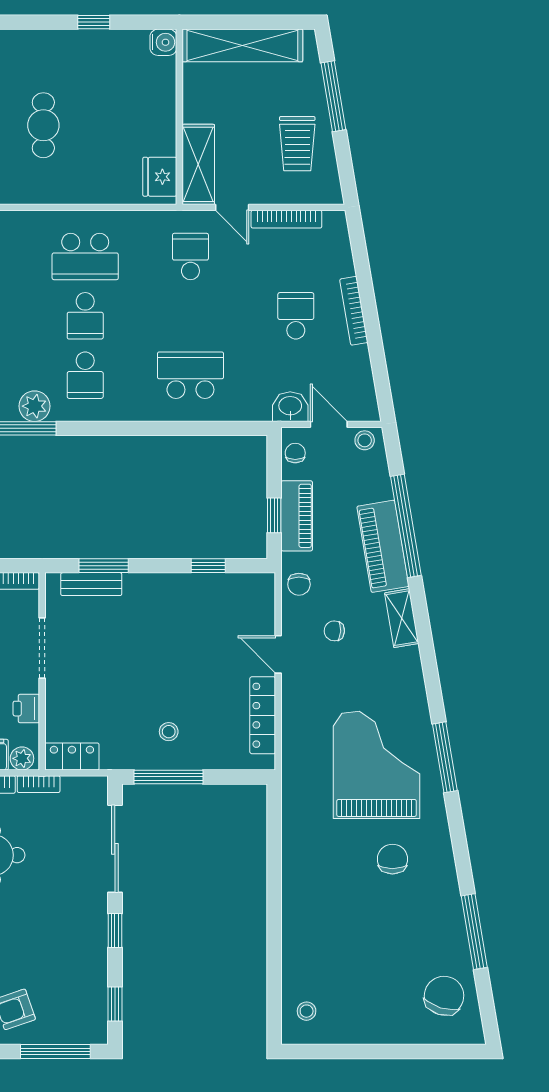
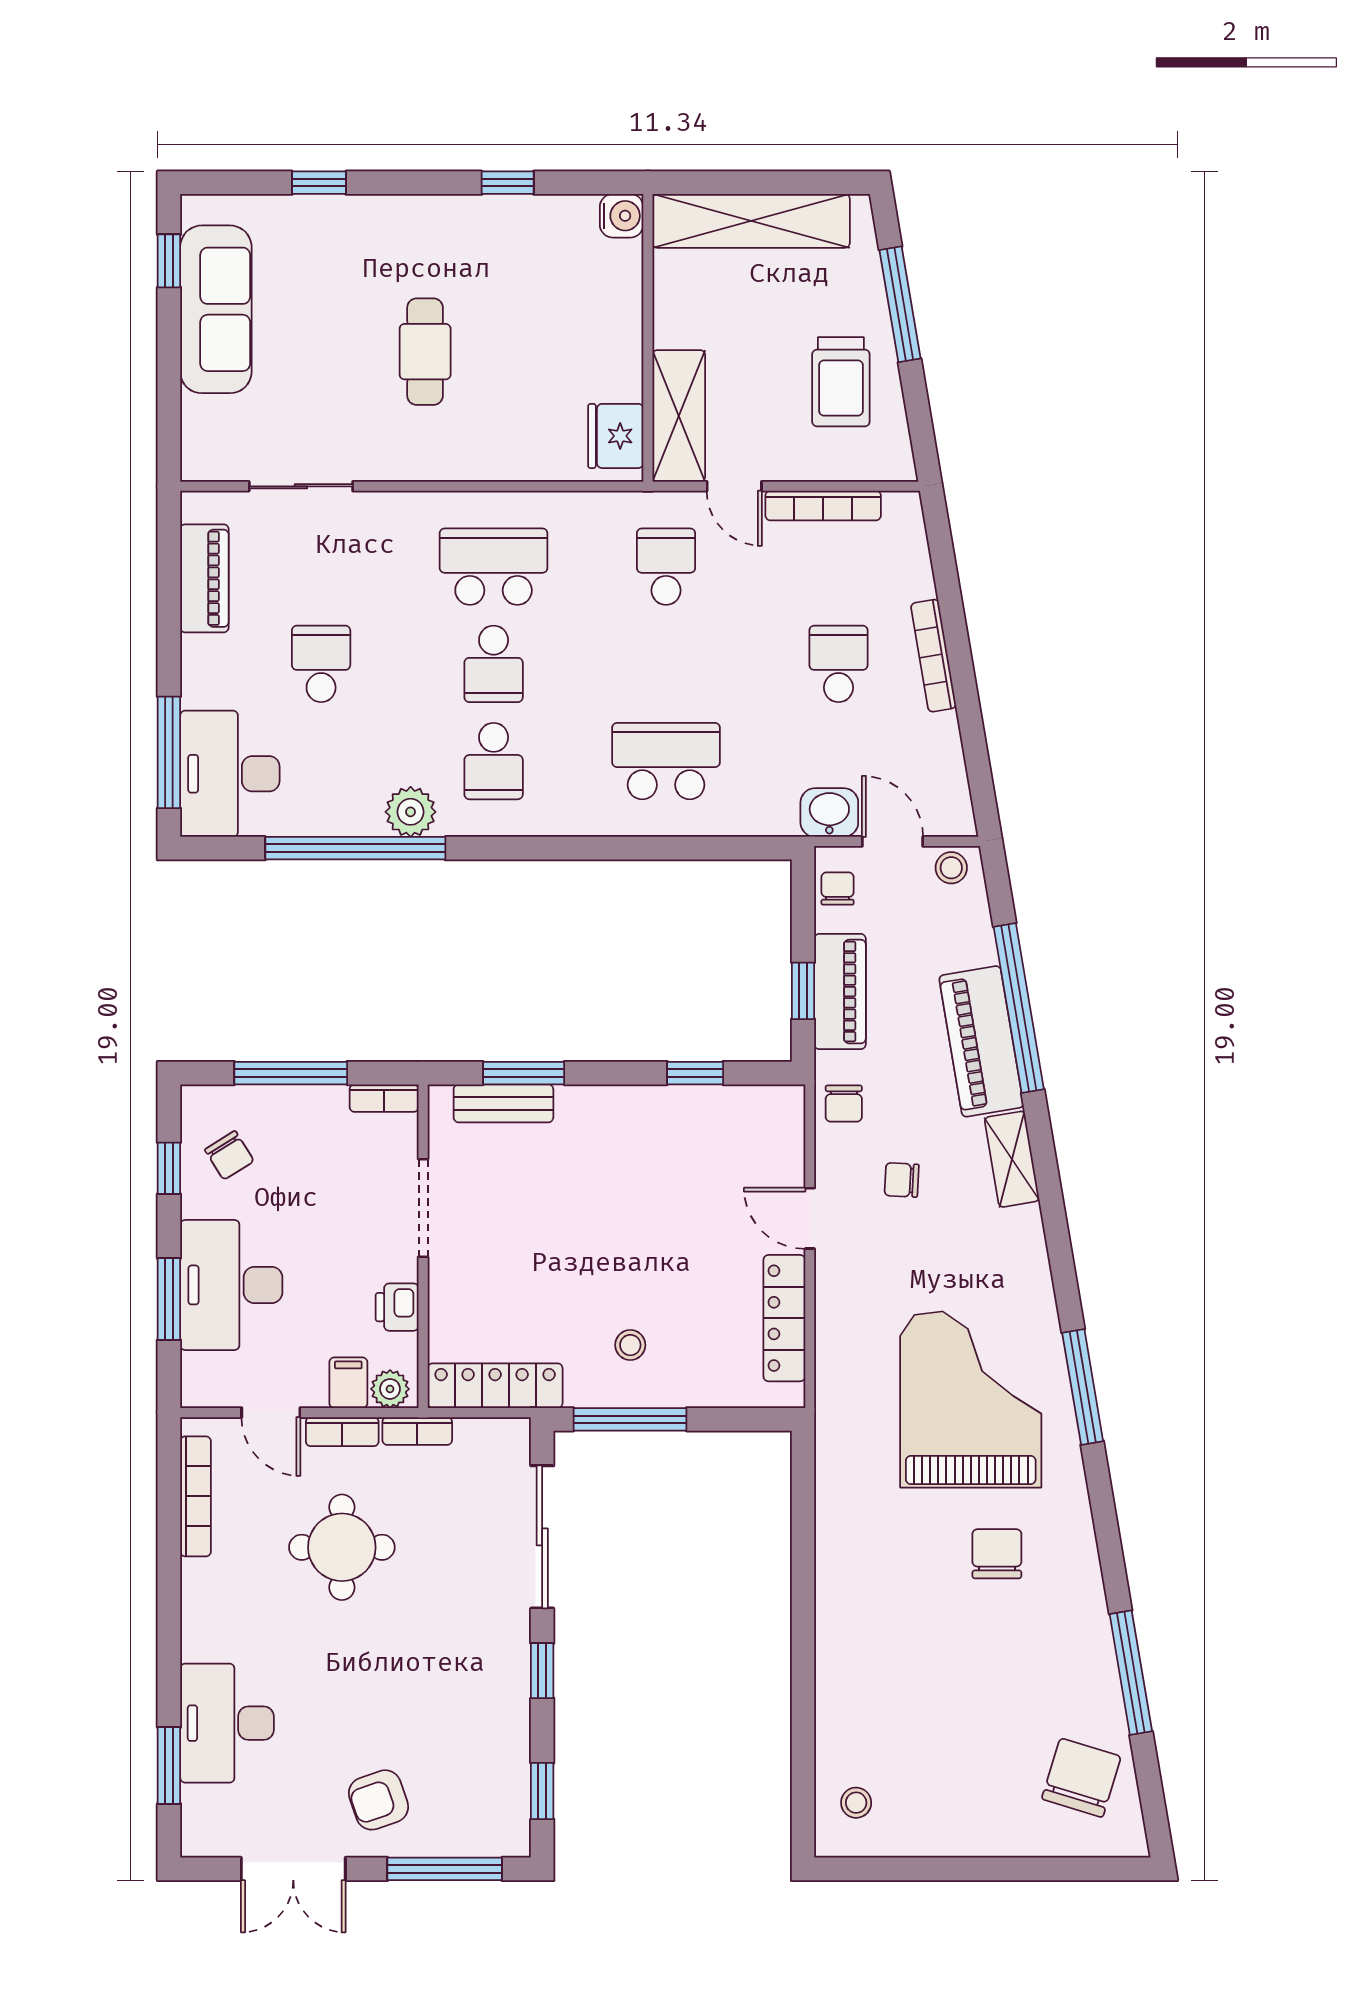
school desk: (85, 256) -> (494, 567), turned 180
locker: (72, 756) -> (495, 1386), width x1.53

